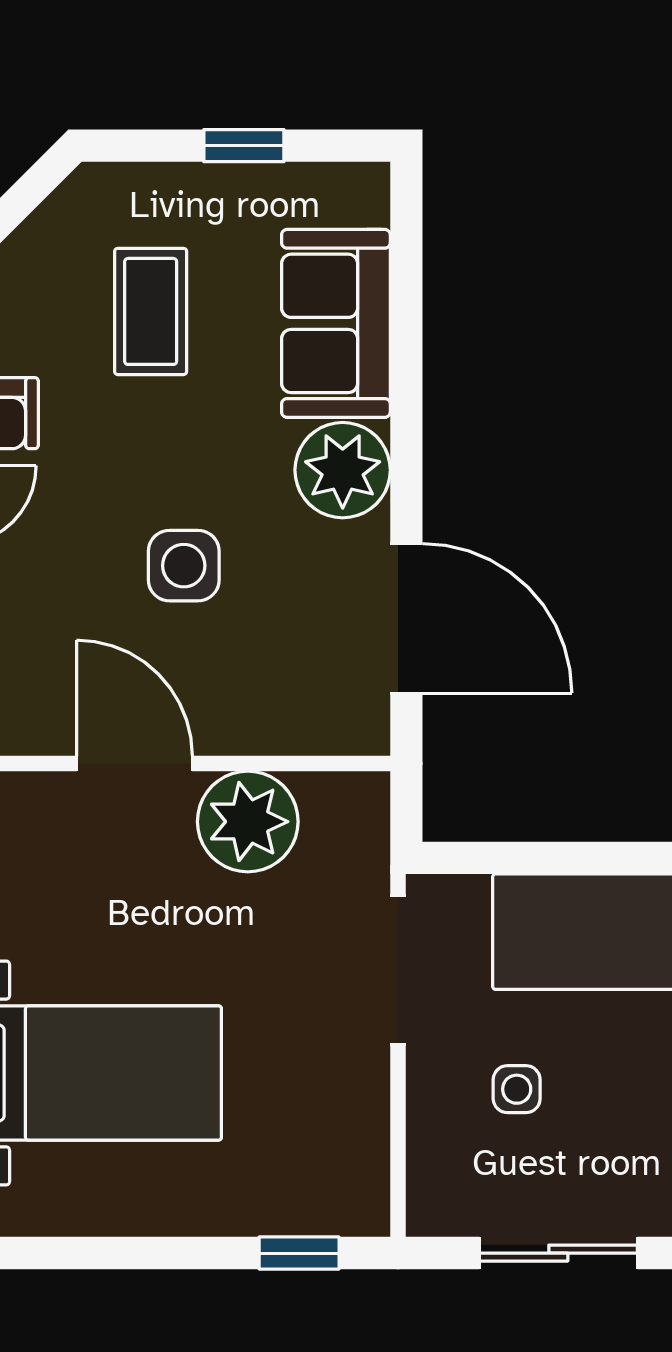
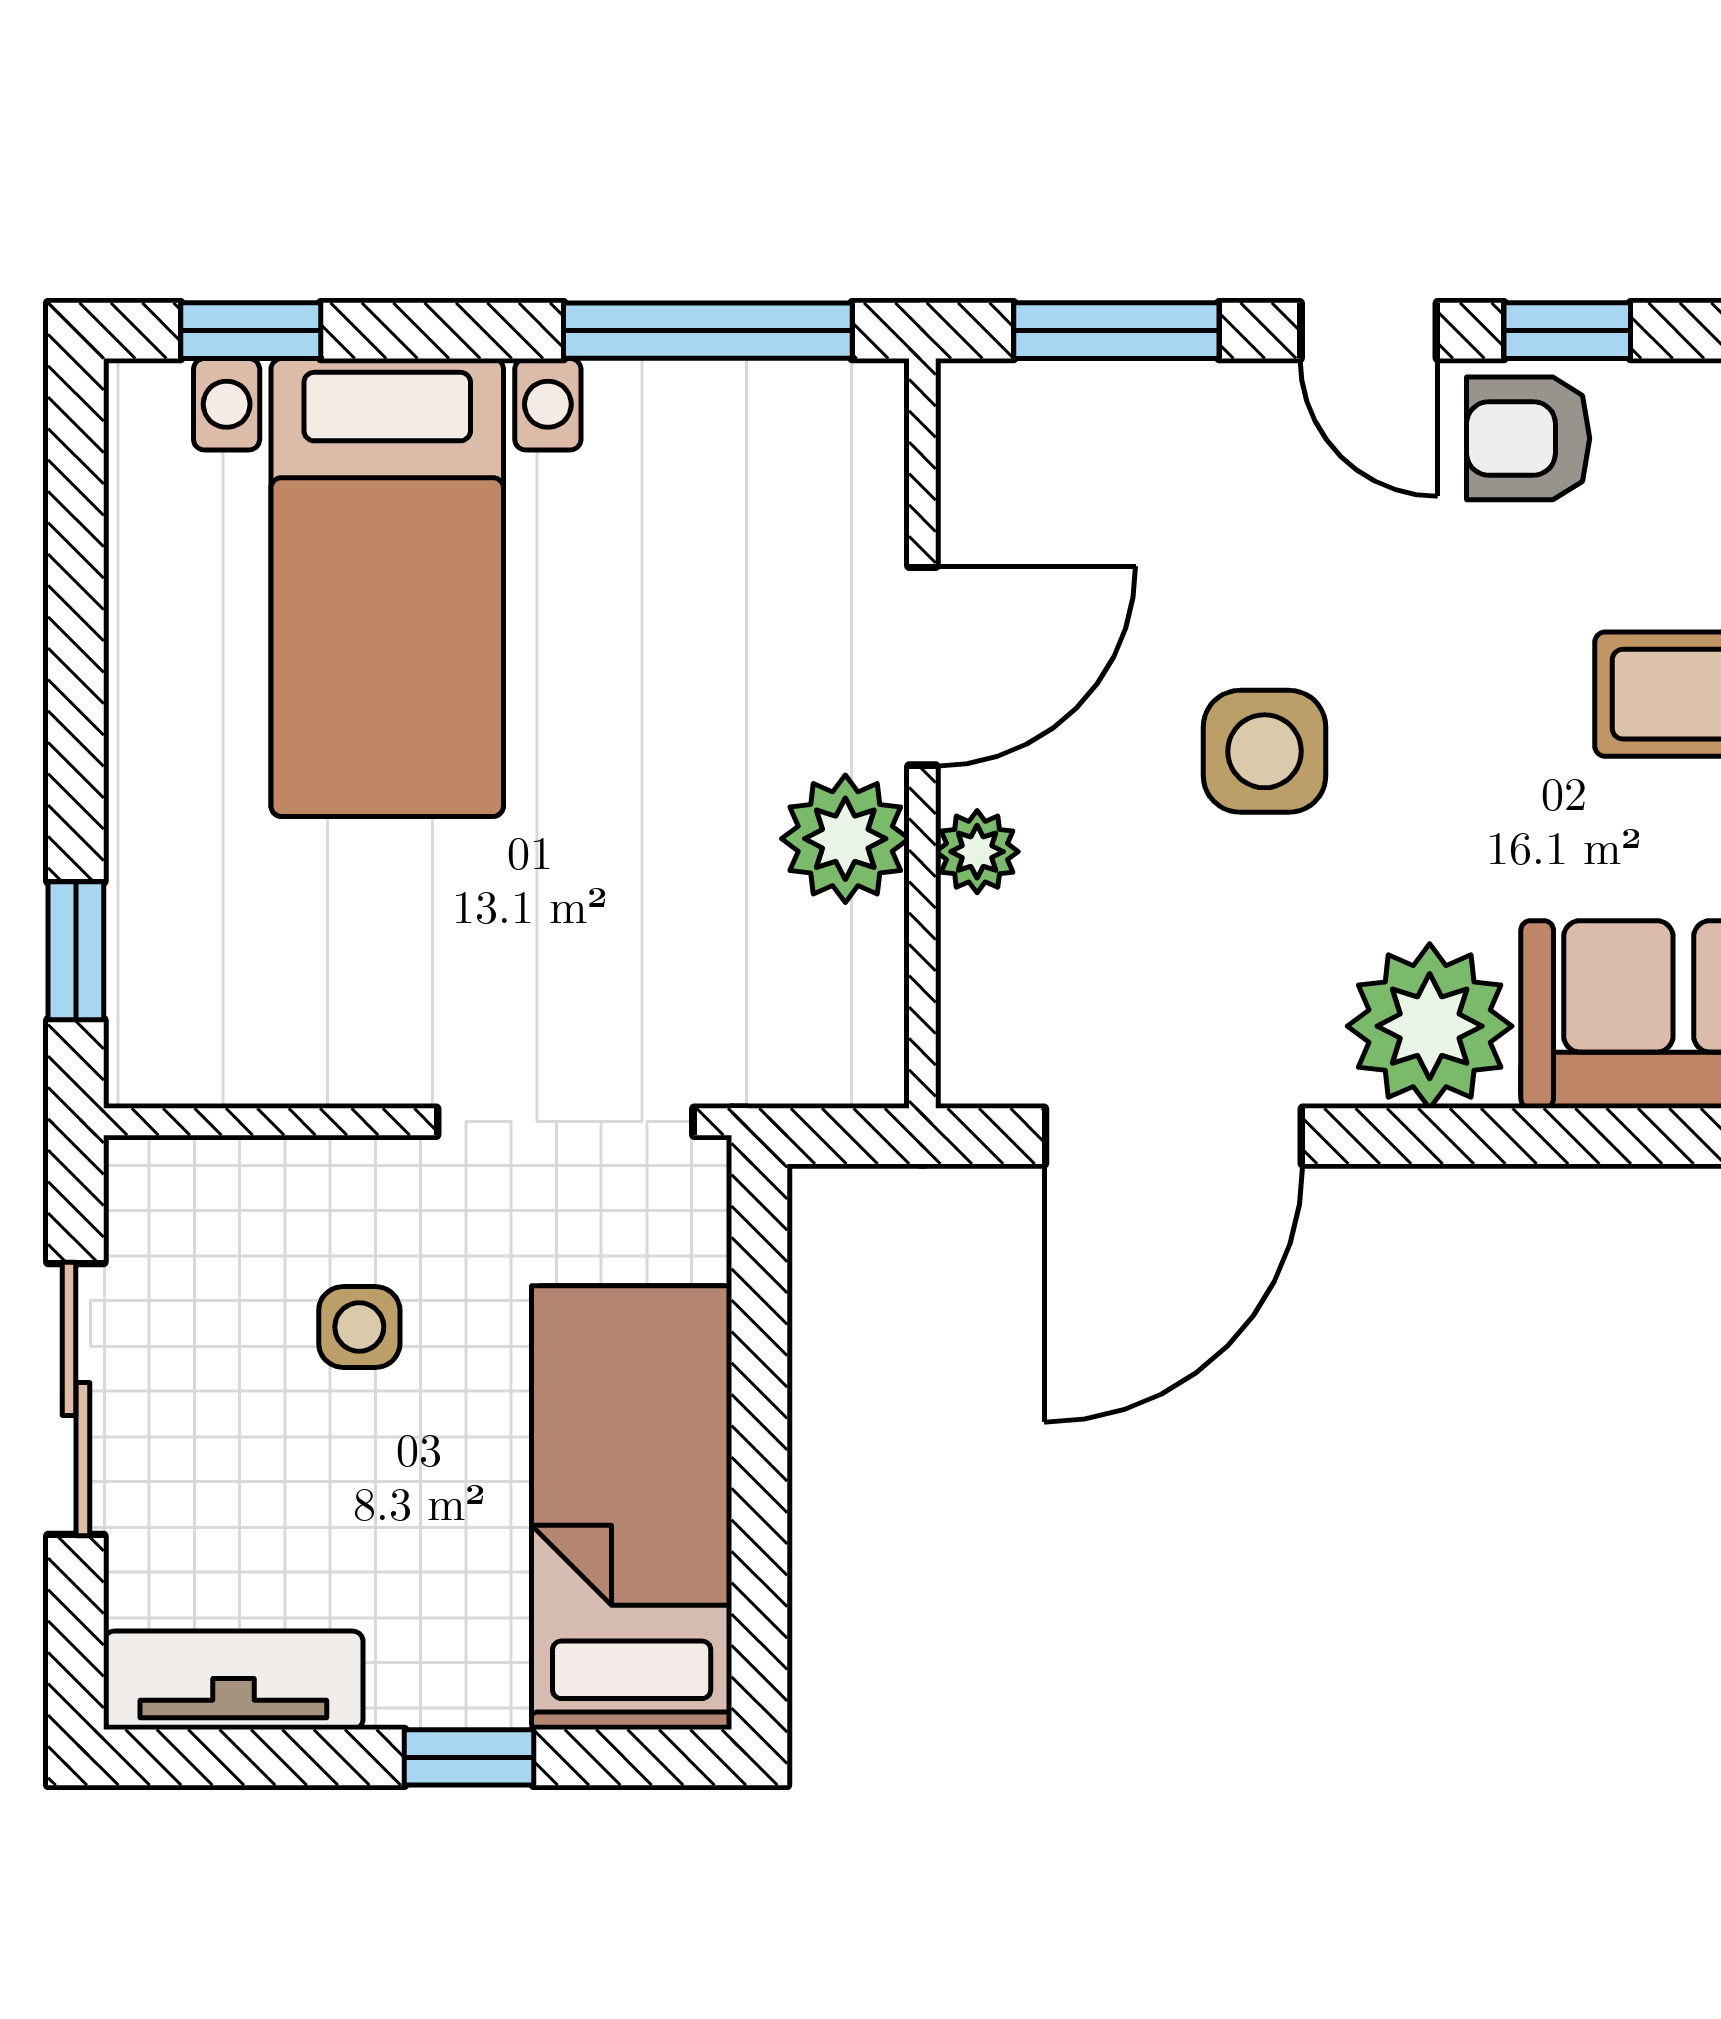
plant: (242, 732) -> (977, 852), added
plant: (248, 822) -> (845, 839), width x0.73, depth x0.73

